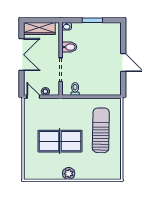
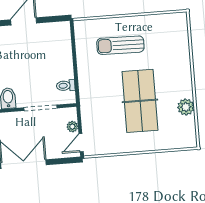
sun lounger: (101, 130) -> (120, 45), width x0.73, depth x0.75
plant: (69, 174) -> (186, 107), moved

